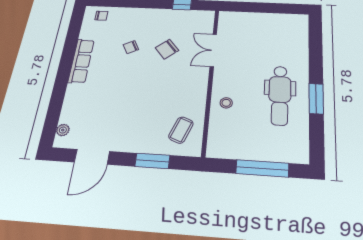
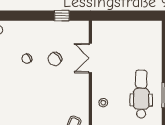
dental chair: (280, 95) -> (141, 94), turned 180

